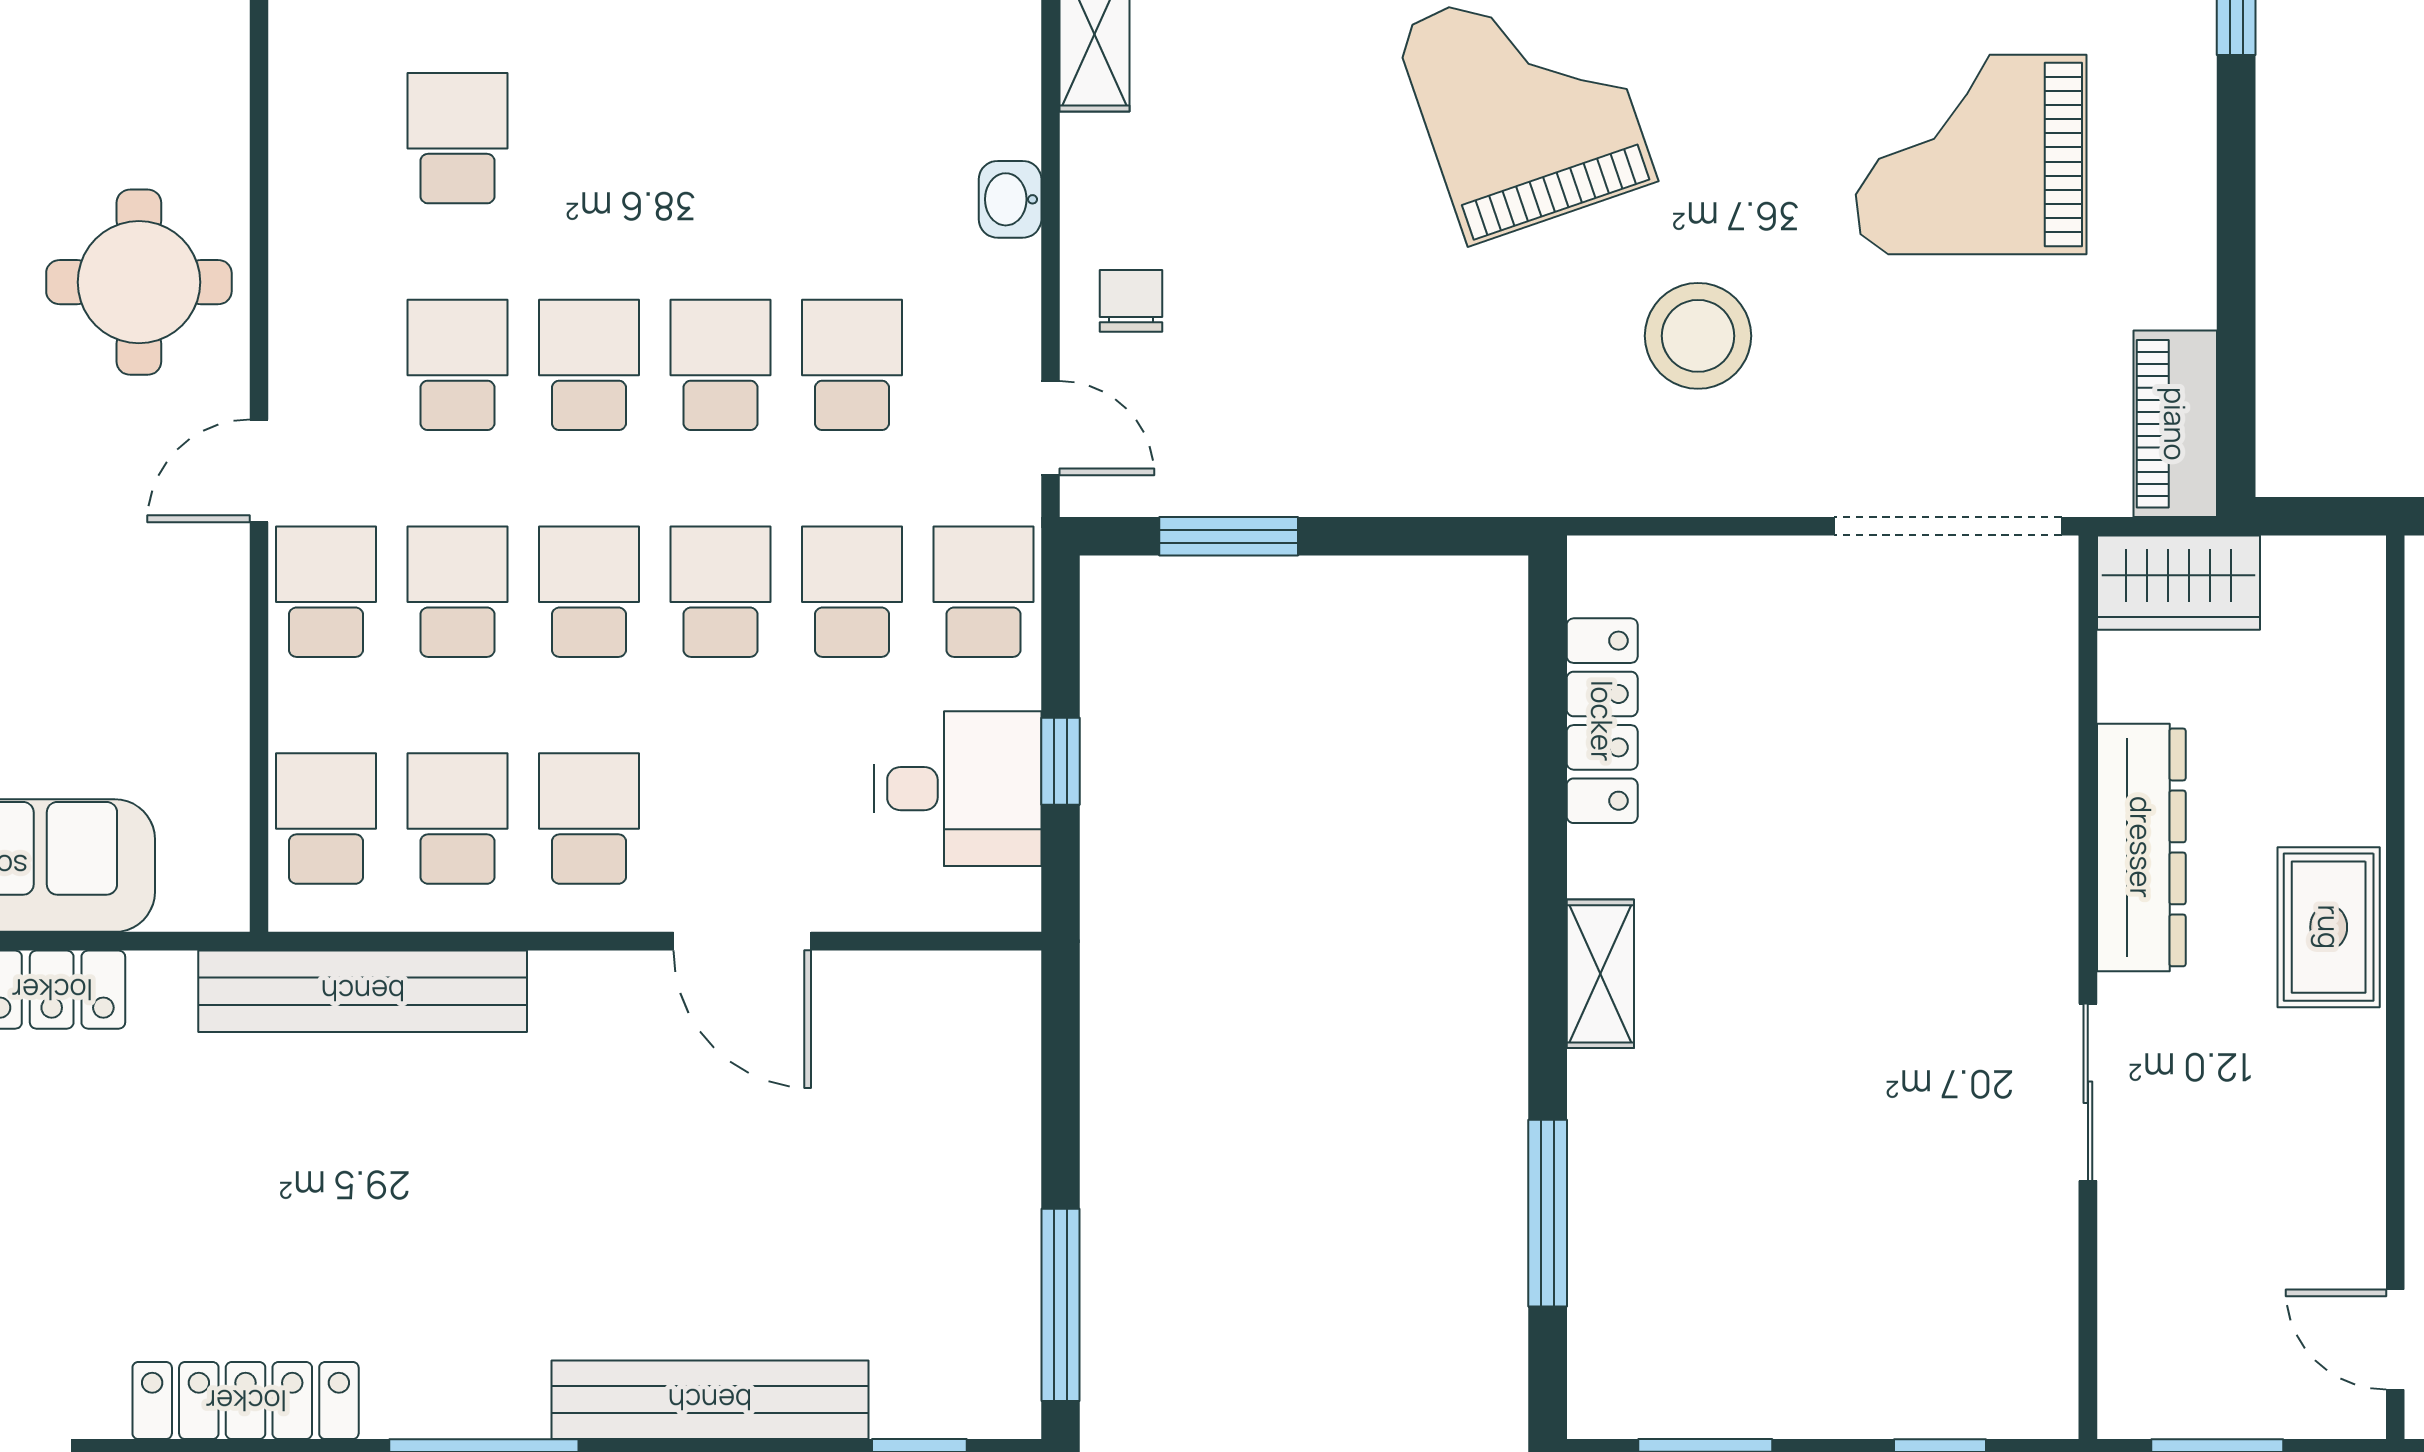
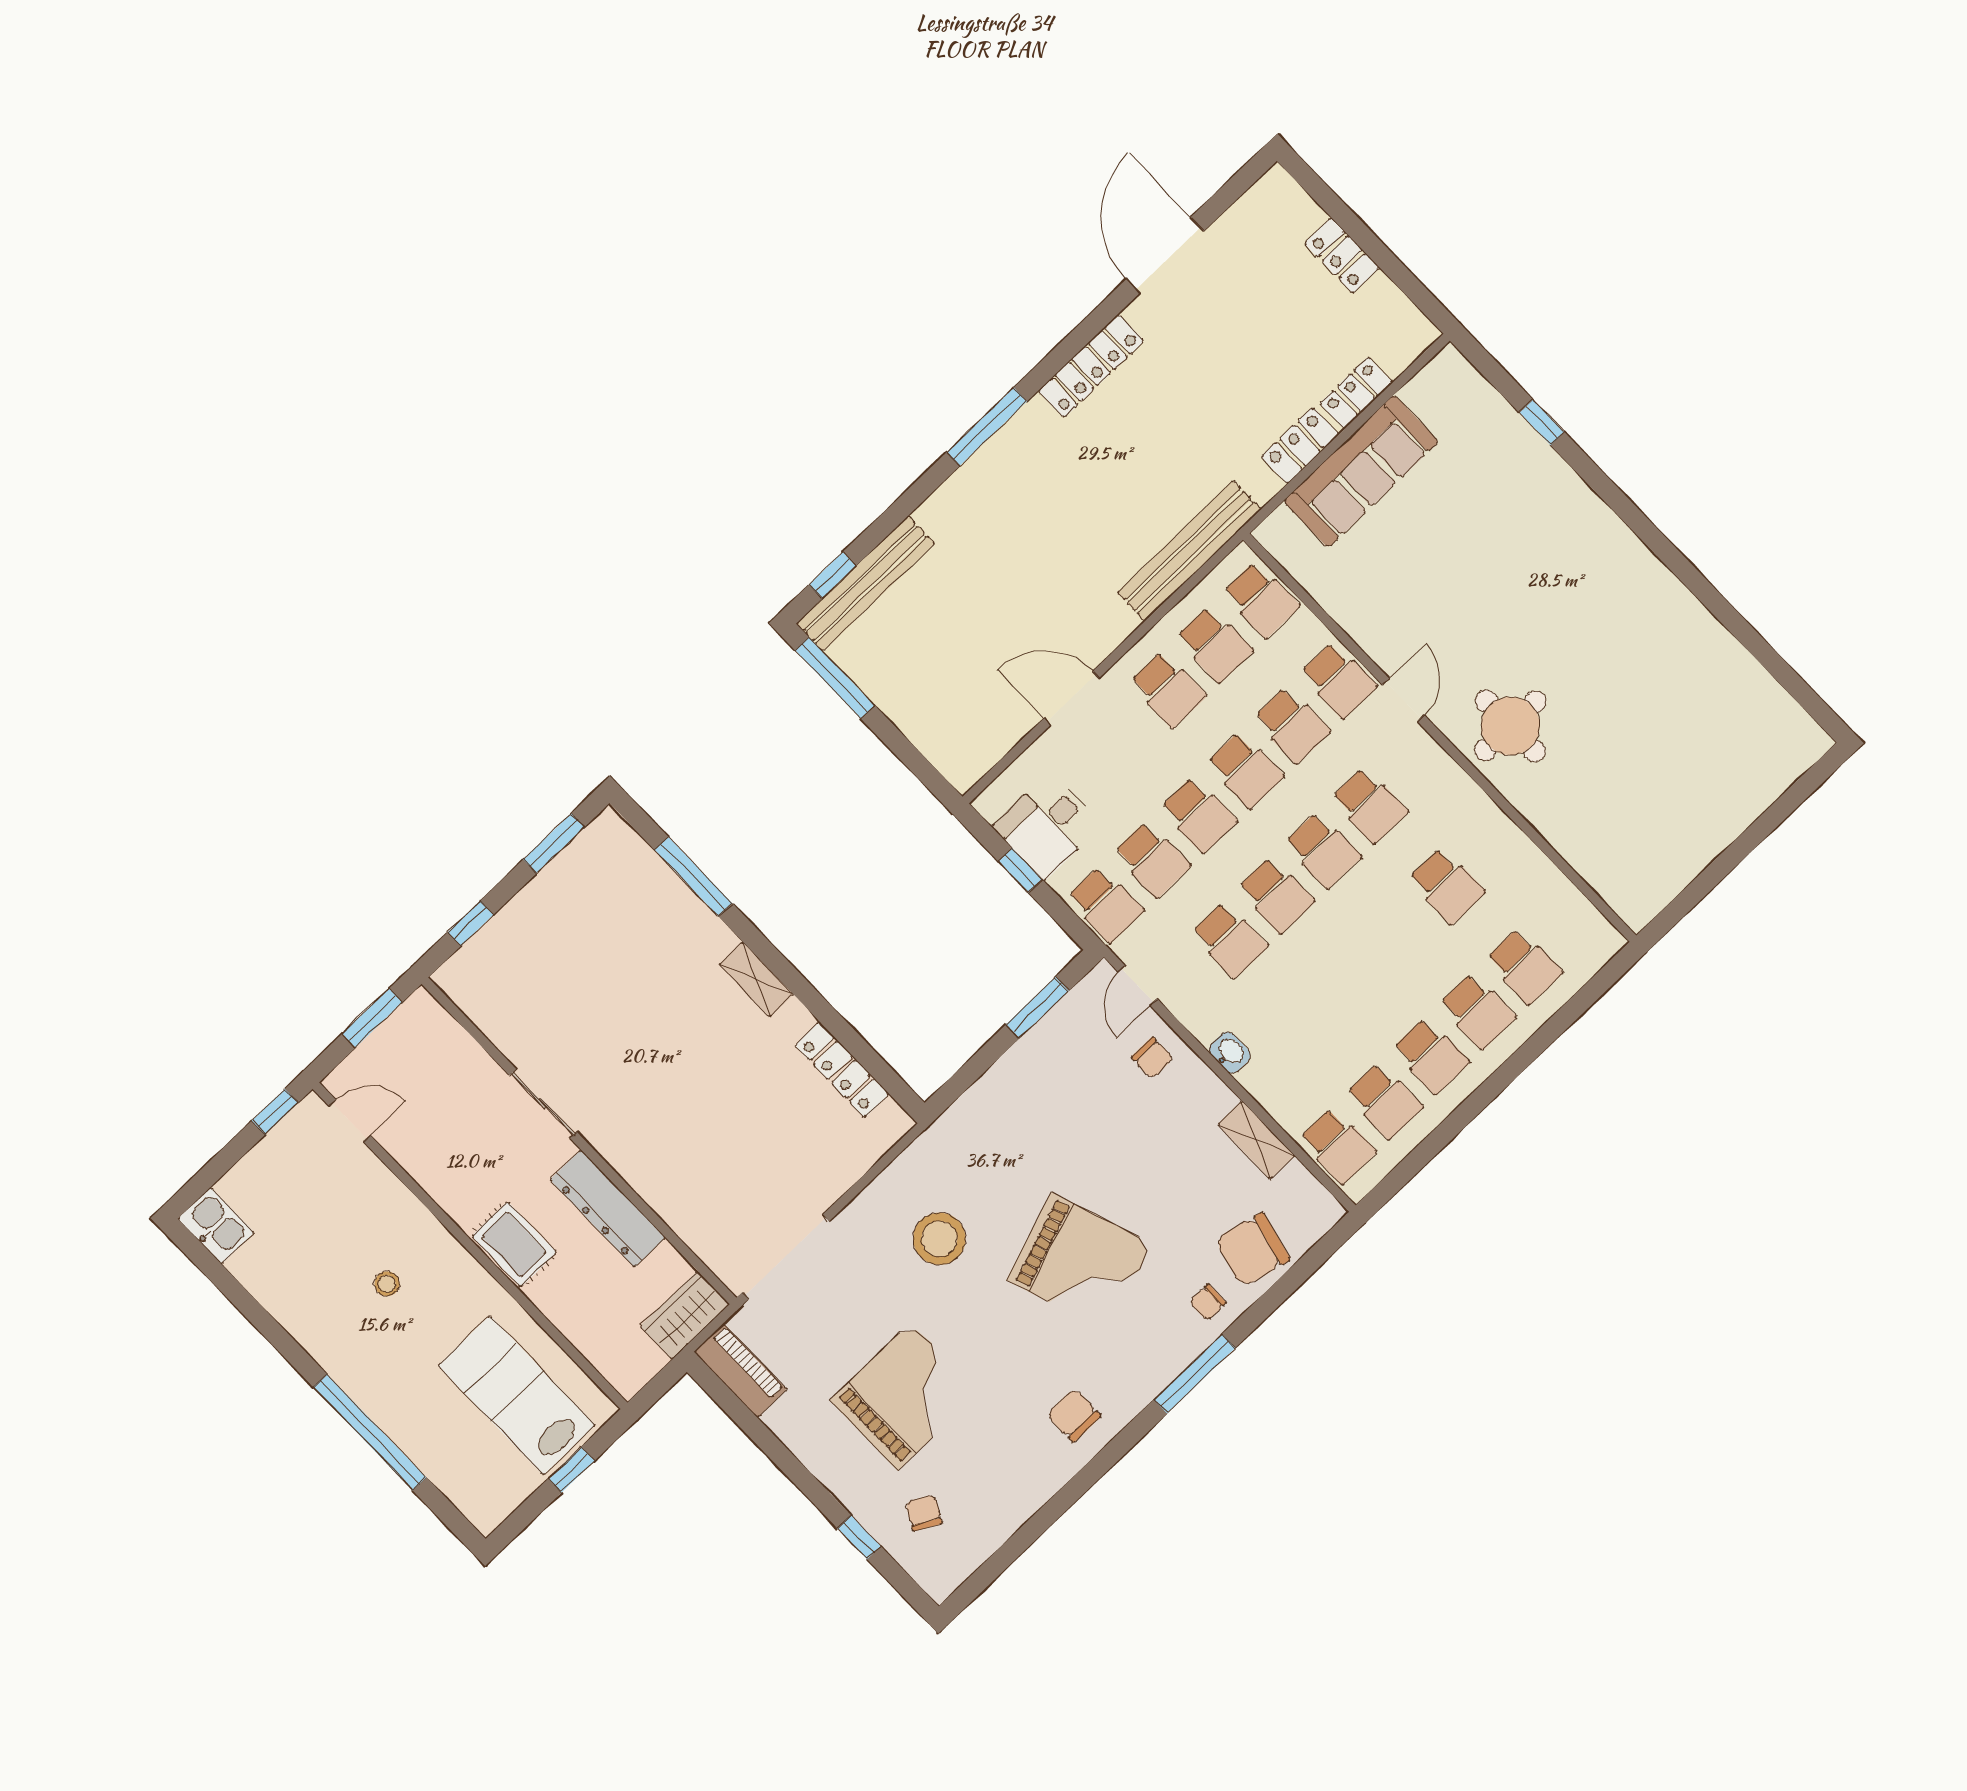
door: (1050, 428) -> (1137, 985), hinge flipped
bench: (710, 1400) -> (865, 584), moved

